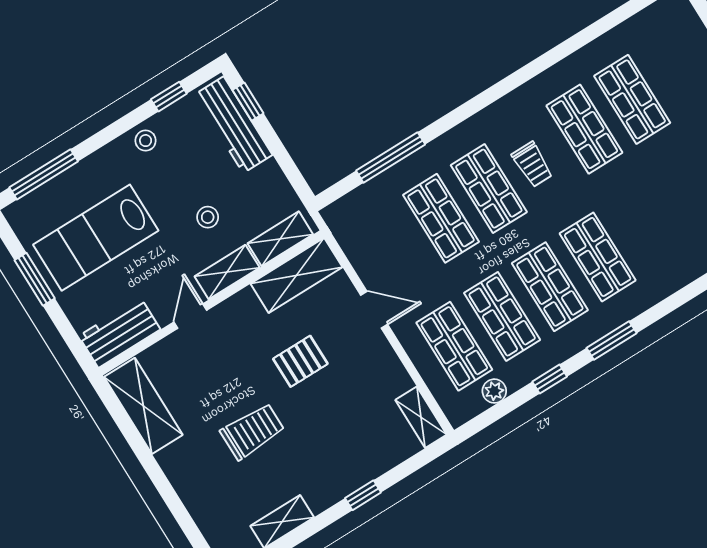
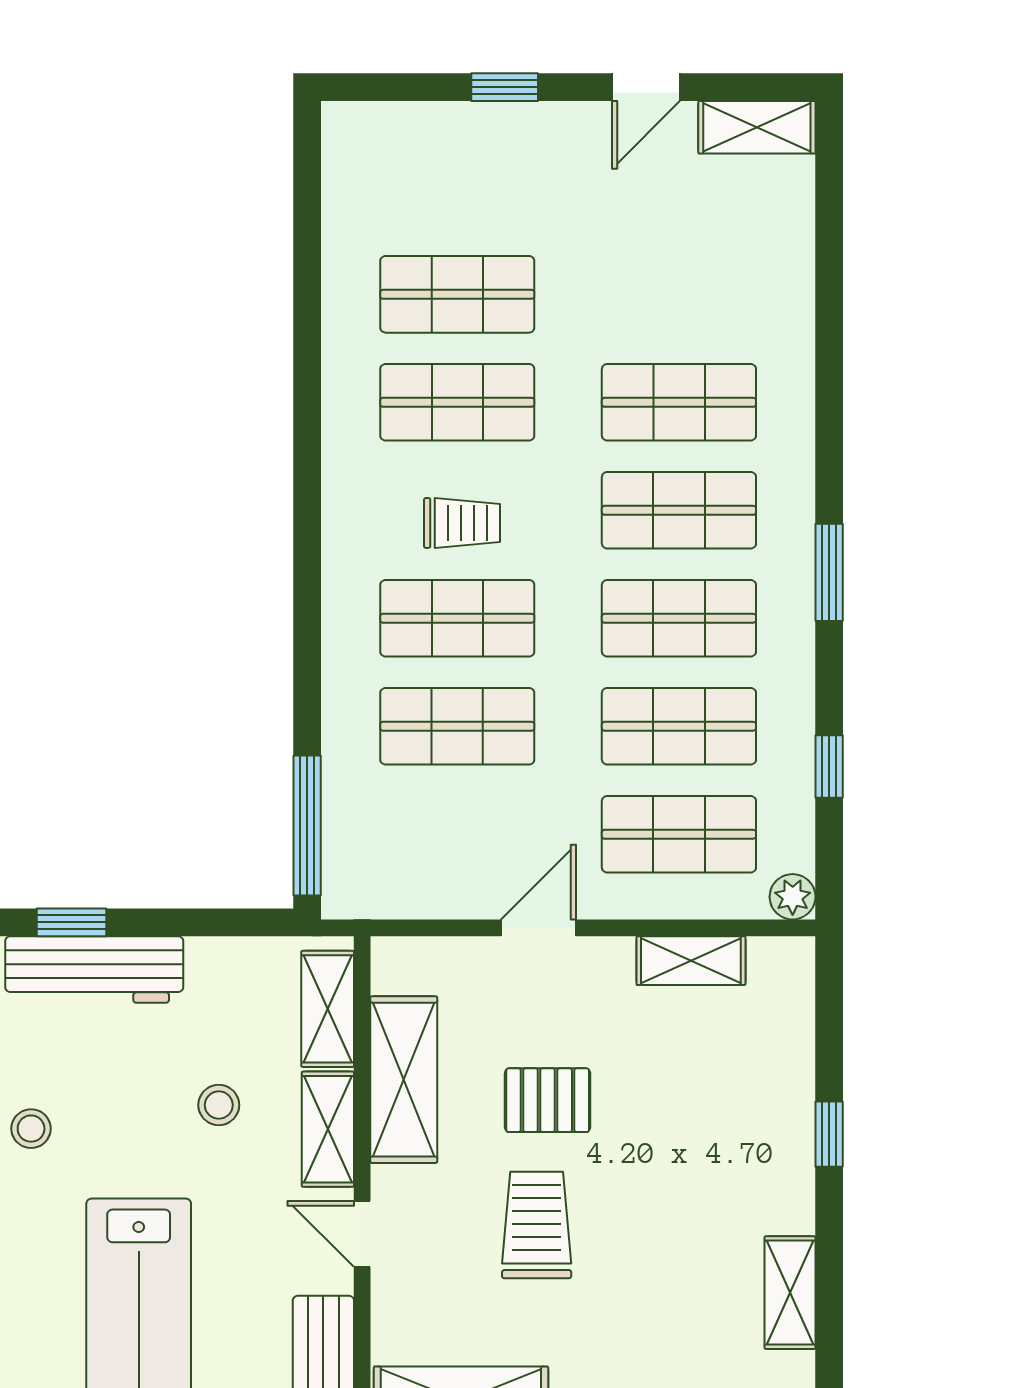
window: (391, 158) -> (307, 826), moved
shop shelf: (645, 227) -> (679, 402), added
shelving: (296, 275) -> (404, 1080), moved
pallet: (300, 361) -> (548, 1100), turned 90
window: (550, 379) -> (829, 767), moved
plant: (494, 391) -> (793, 897), moved
shelving: (421, 417) -> (691, 961), moved
trolley: (252, 431) -> (537, 1225), moved

